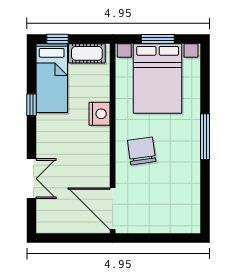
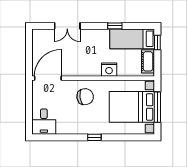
window: (158, 39) -> (157, 107), width x1.44
window: (205, 137) -> (94, 137), width x0.46
desk: (180, 215) -> (44, 122), added

